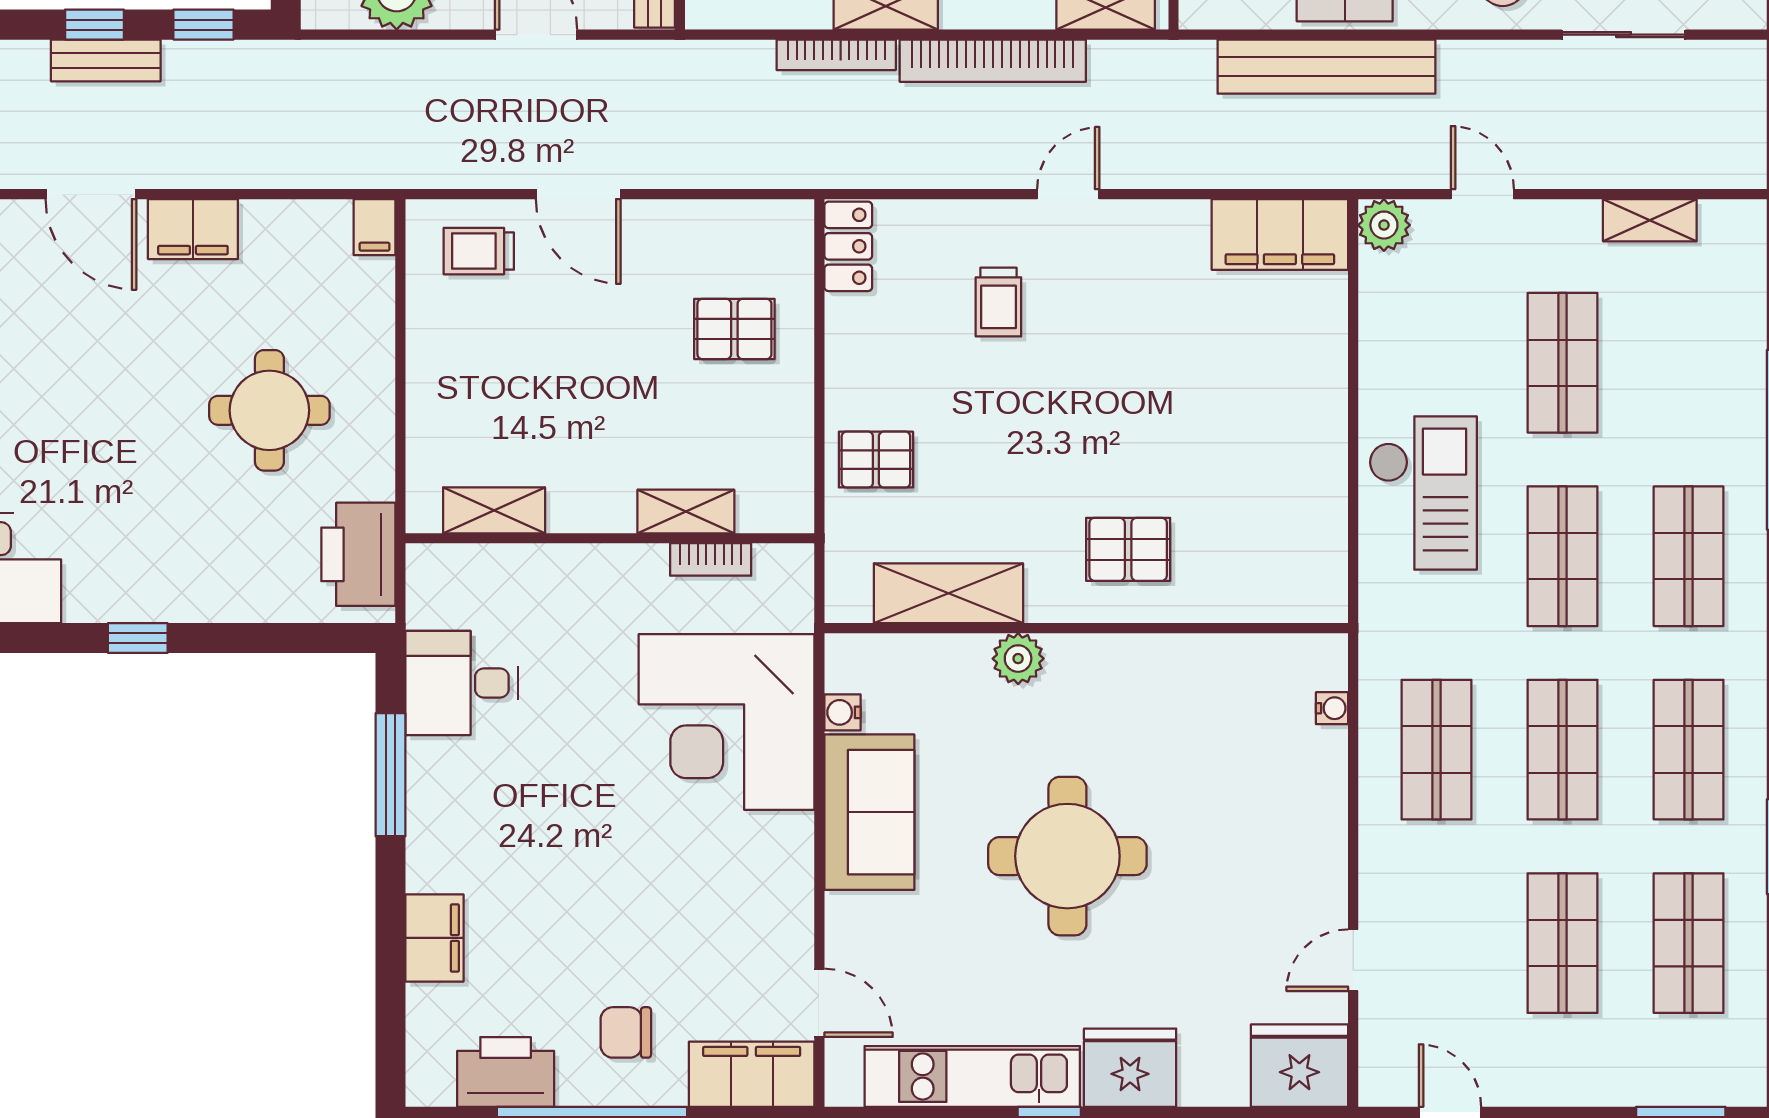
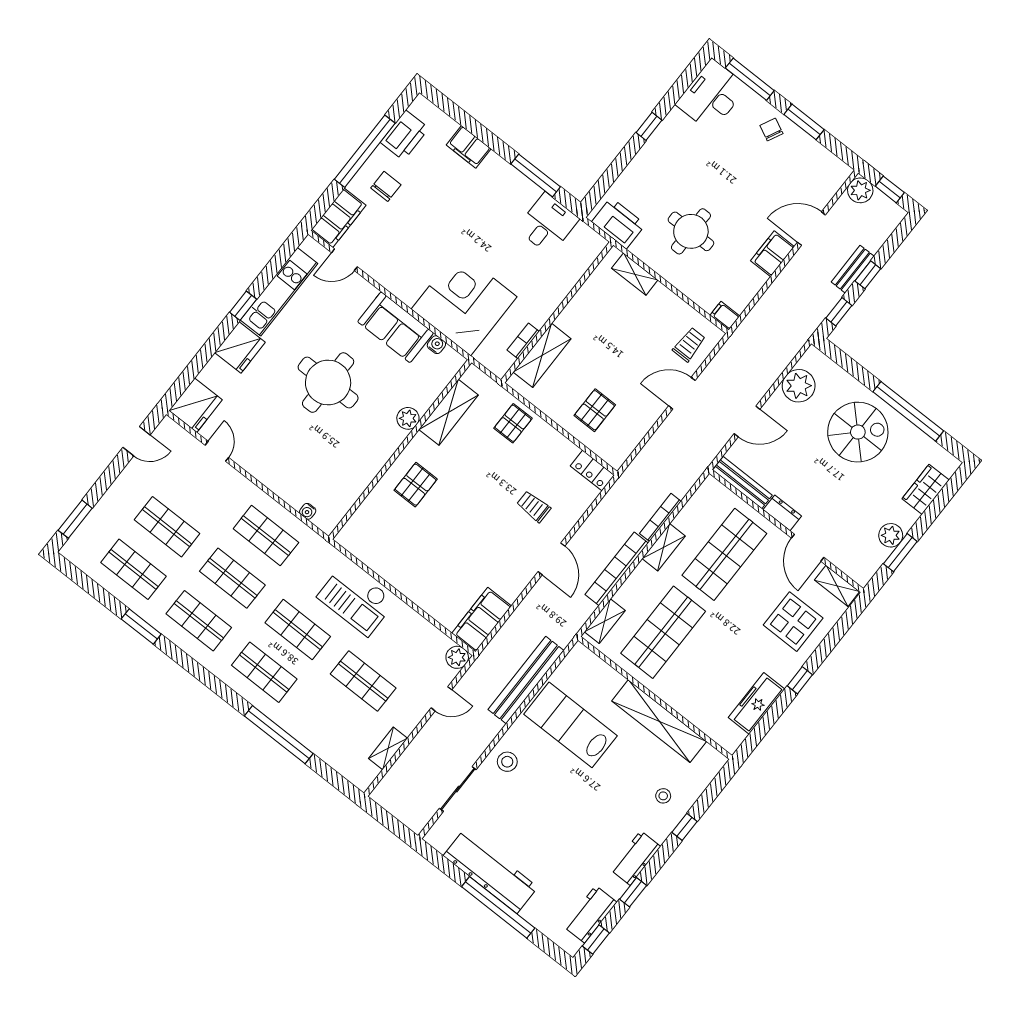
door: (1068, 194) -> (552, 559), width x1.37
shelving: (494, 510) -> (635, 274), moved, turned 90
shelving: (686, 511) -> (542, 355), width x1.50, depth x1.33

